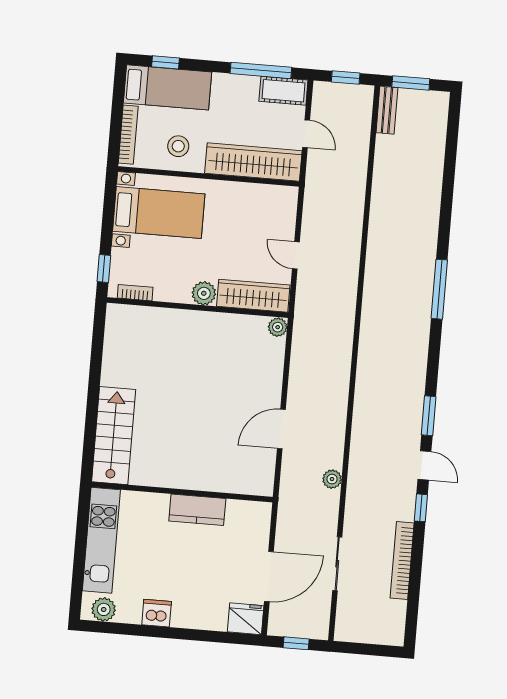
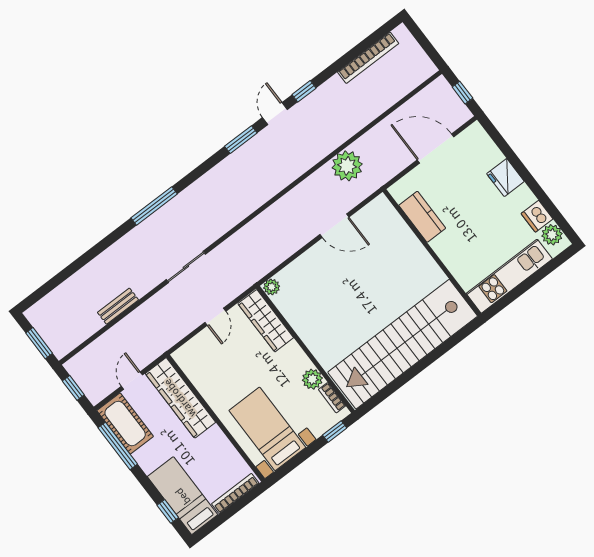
cot: (283, 91) -> (125, 423), width x1.37, depth x1.34
bench: (387, 110) -> (118, 306), moved
stool: (178, 146) -> (214, 455), removed
plant: (204, 293) -> (312, 379), moved
stairs: (114, 436) -> (403, 344), width x1.86, depth x1.51
plant: (332, 479) -> (347, 166), width x1.88, depth x1.88
kitchen counter: (197, 510) -> (422, 217), moved
bookcase: (402, 561) -> (368, 58), moved
sliding door: (337, 564) -> (186, 267), moved
dishwasher: (157, 613) -> (537, 216), moved
fridge: (246, 619) -> (505, 178), moved

